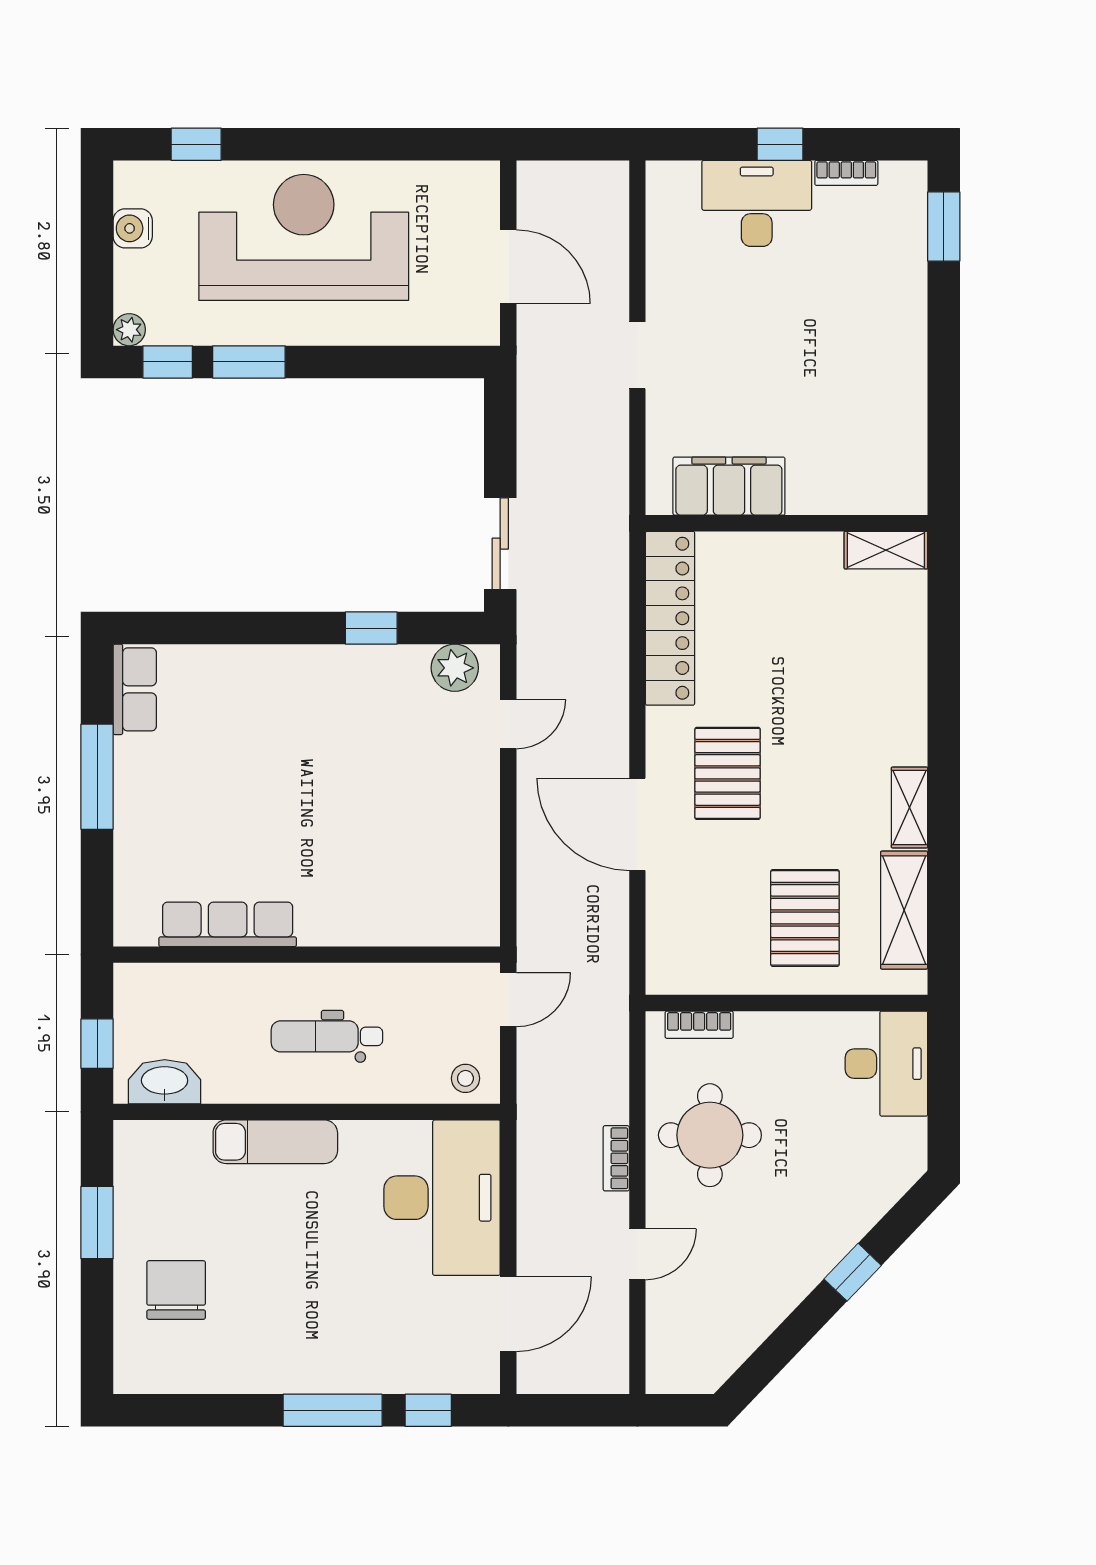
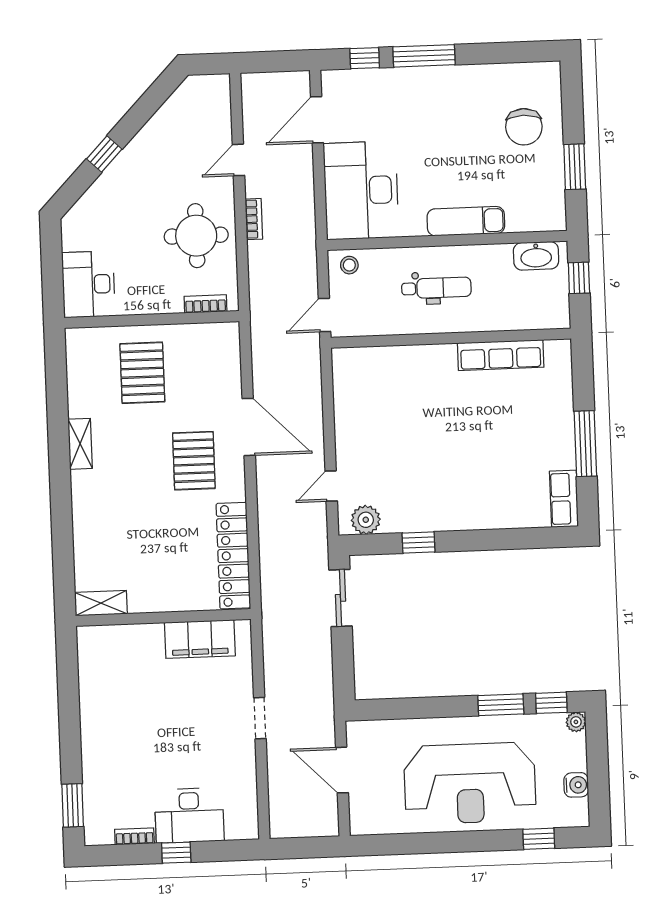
shelving: (904, 910) -> (81, 380), removed

